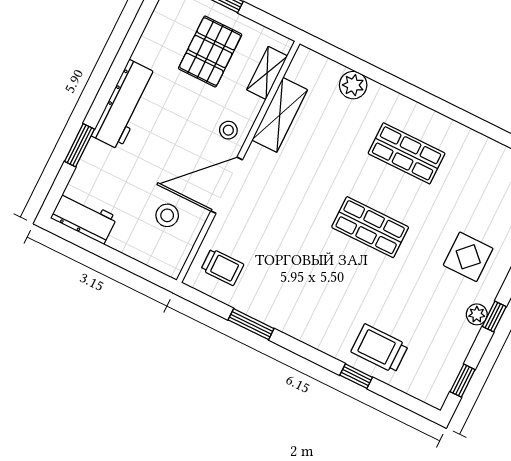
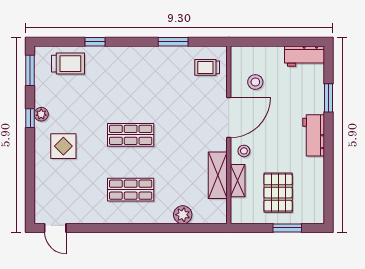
shelving: (267, 73) -> (238, 181), moved
workbench: (124, 105) -> (314, 135), width x0.73
trolley: (380, 348) -> (68, 64), moved
window: (463, 381) -> (30, 70), width x1.50

